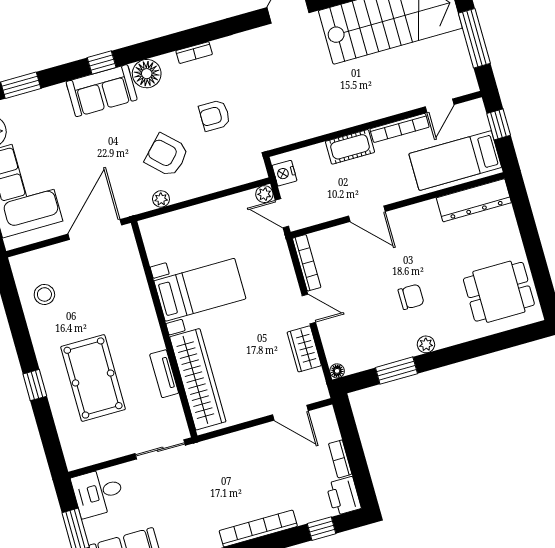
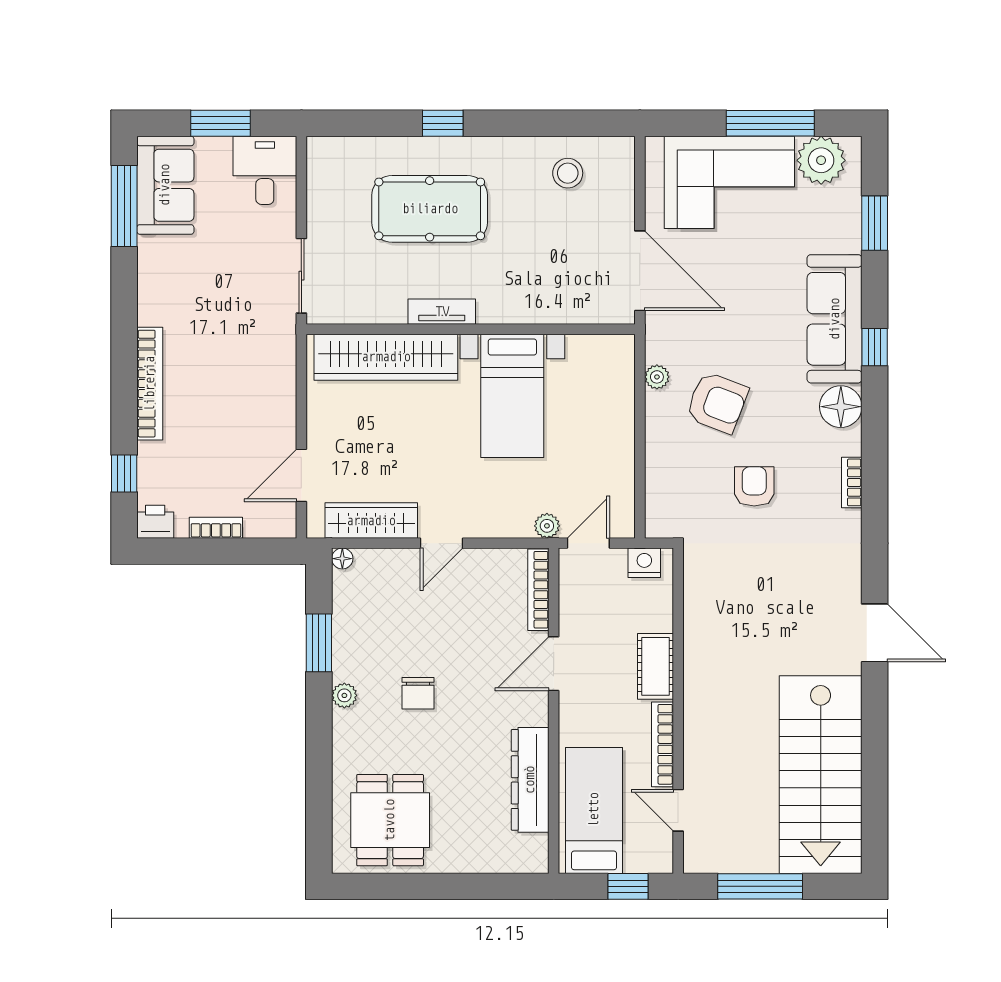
sofa: (102, 91) -> (835, 319), width x1.36
armchair: (167, 155) -> (717, 403), turned 67
plant: (264, 194) -> (547, 526), moved
dresser: (474, 200) -> (530, 780), moved
bookcase: (307, 263) -> (538, 590), moved, turned 90
wardrobe: (304, 349) -> (371, 521), width x1.50
tv unit: (164, 374) -> (442, 312), moved
printer: (344, 496) -> (155, 522), width x0.73, depth x0.81

